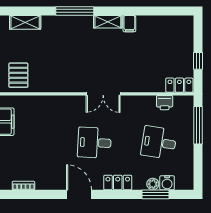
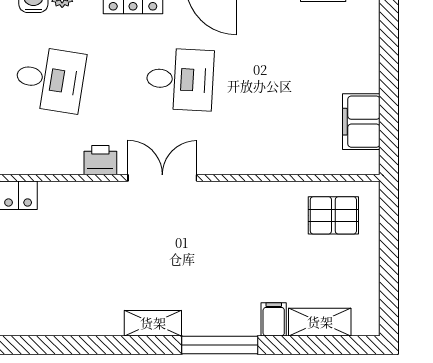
filing cabinet: (129, 24) -> (274, 319), moved
pallet: (18, 75) -> (333, 215), turned 90
printer: (165, 103) -> (100, 160), moved

